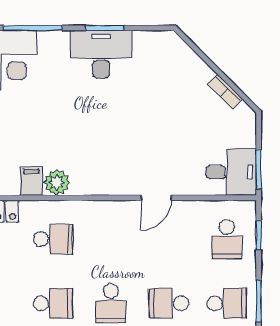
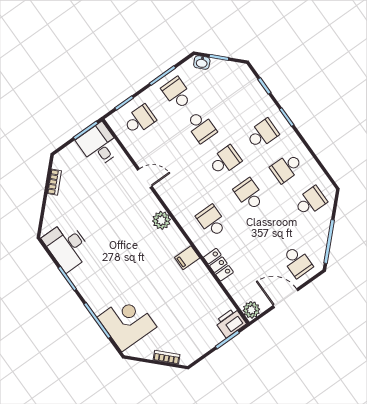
desk: (101, 54) -> (67, 246), moved
plant: (57, 183) -> (162, 220), moved

